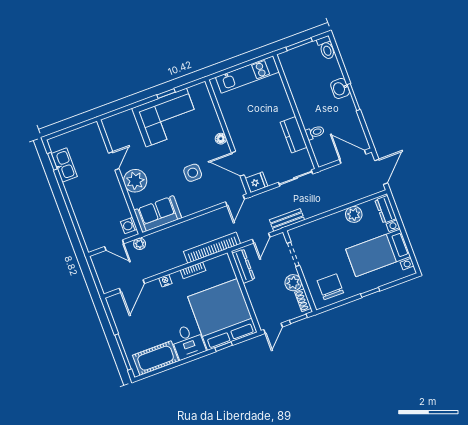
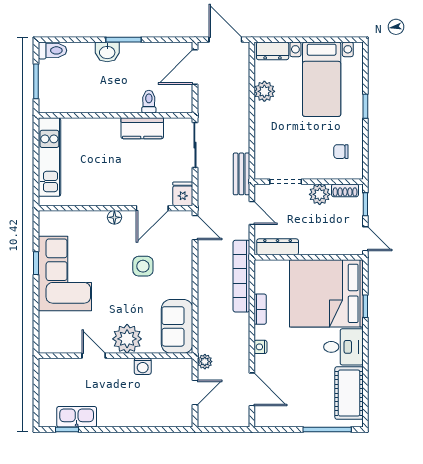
washing machine: (129, 225) -> (143, 366), moved
chair: (330, 287) -> (341, 152), width x0.54, depth x0.54

